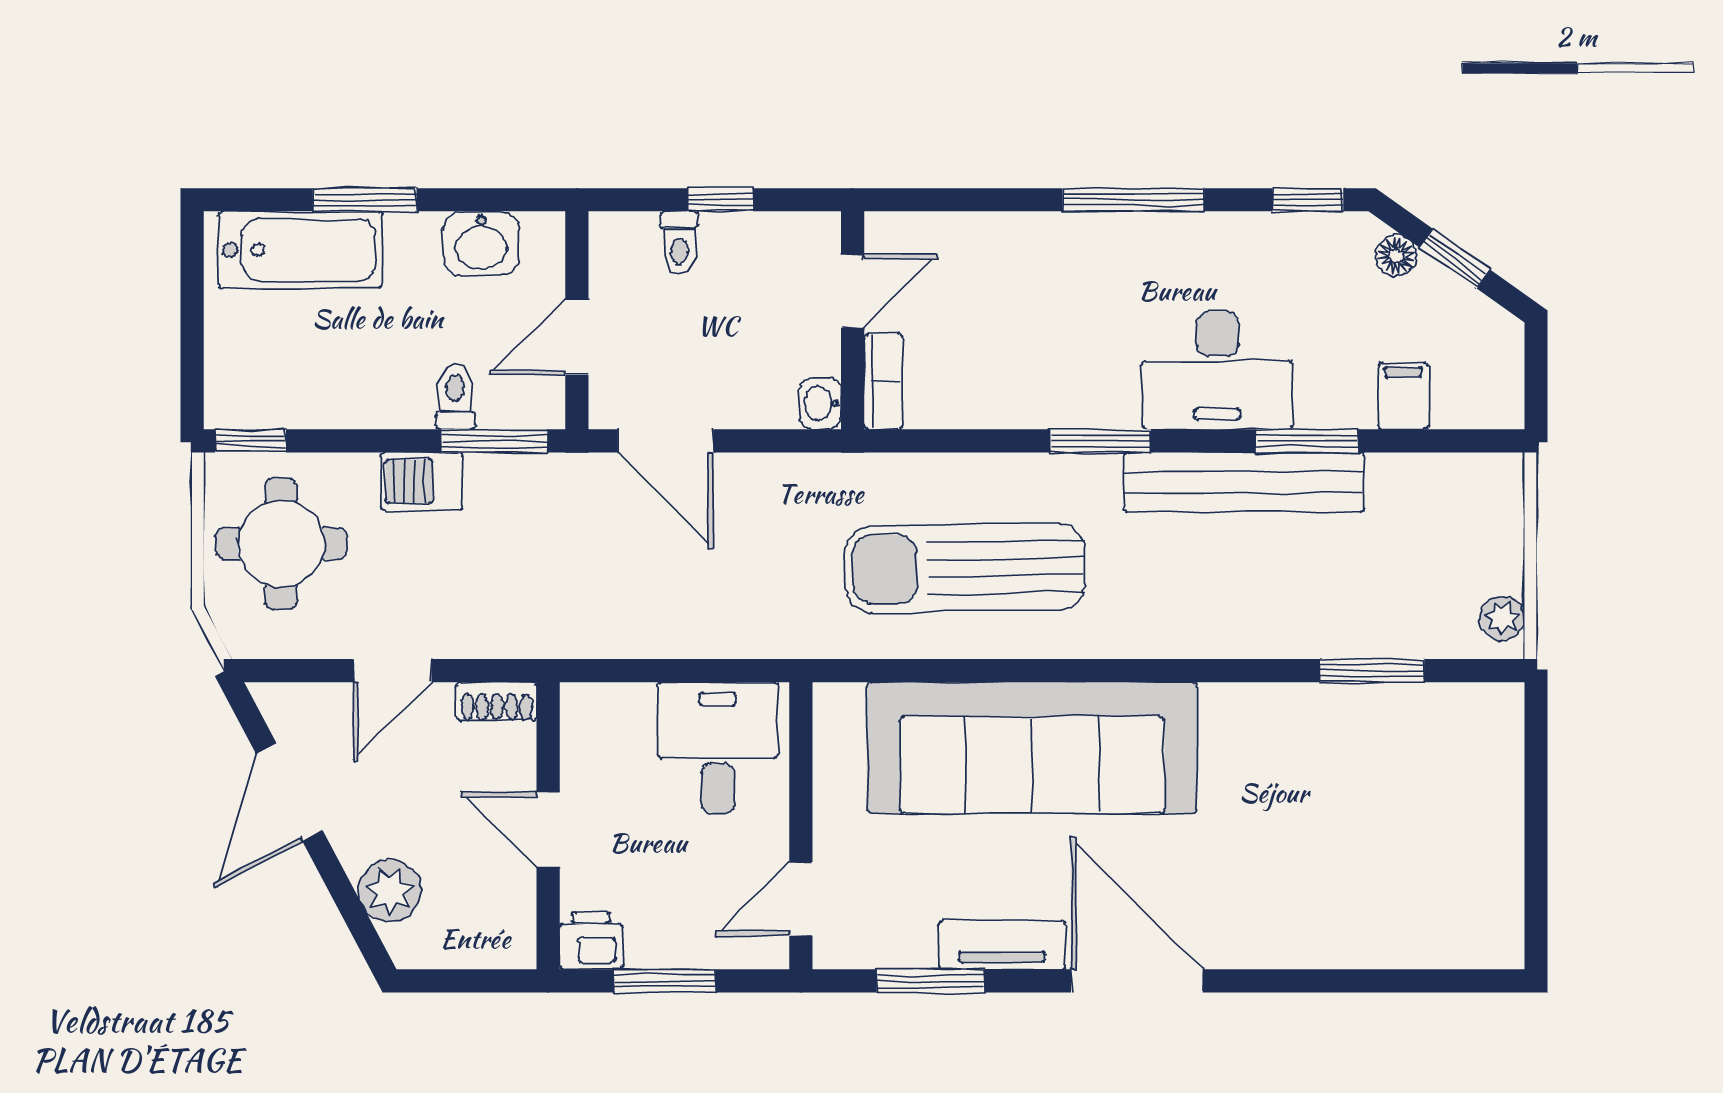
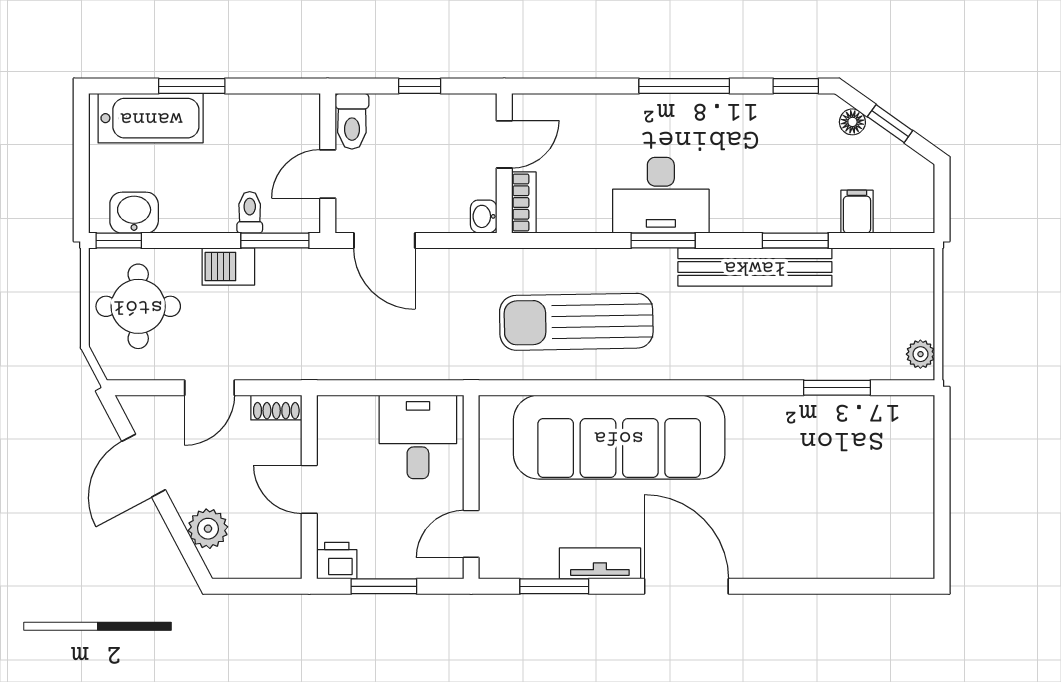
washbasin: (481, 243) -> (134, 213), moved, turned 180
toilet: (679, 243) -> (352, 121), moved, width x1.37, depth x1.39
desk: (1217, 370) -> (661, 195), moved

